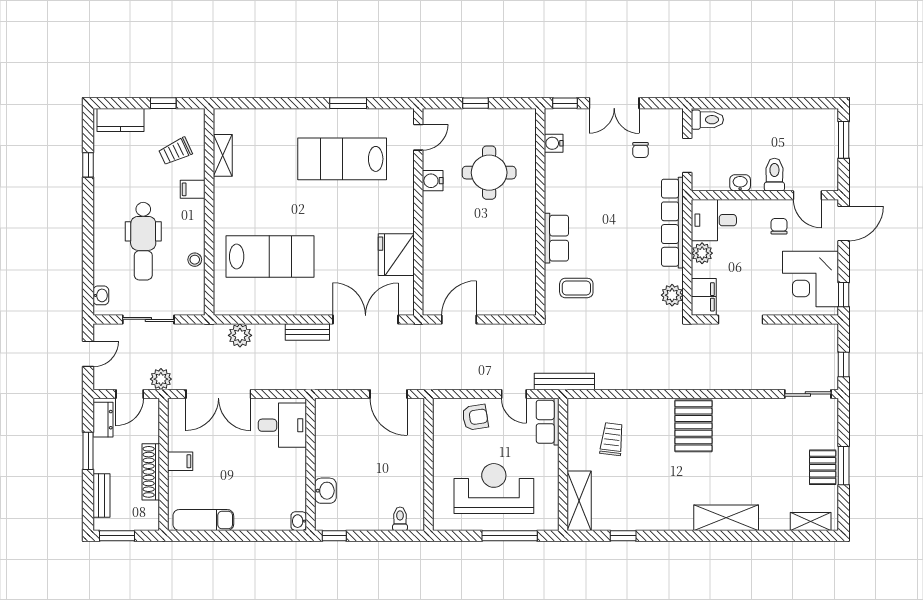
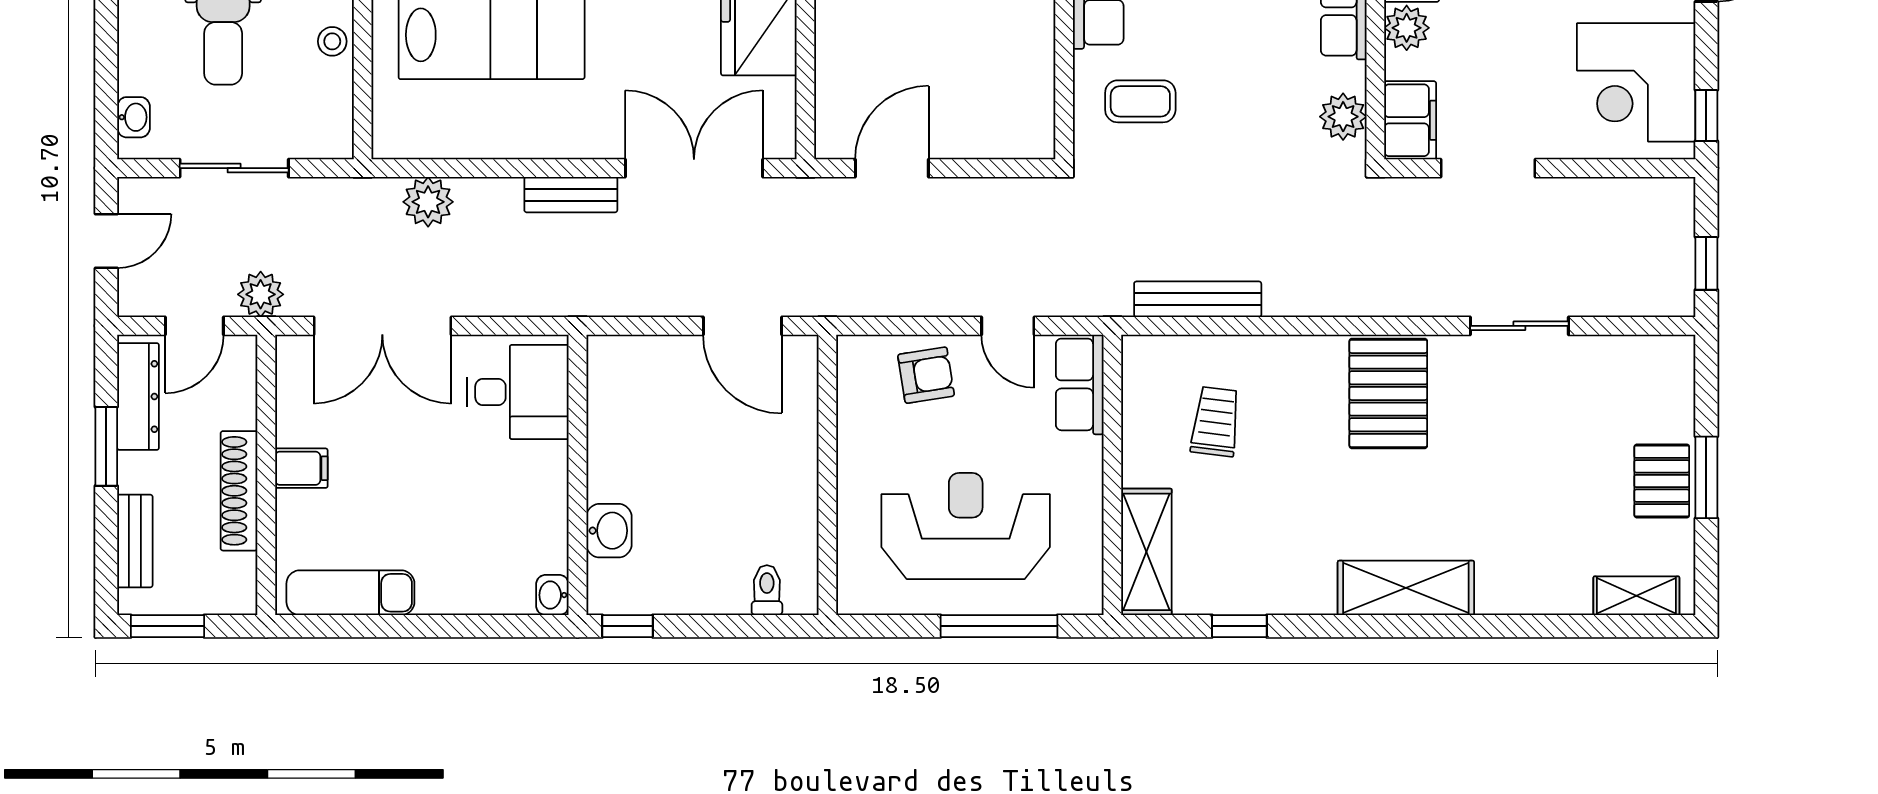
bench: (564, 381) -> (1198, 299), moved
sliding door: (808, 394) -> (1519, 326), moved
dresser: (103, 420) -> (138, 397), width x1.44
shelving: (726, 518) -> (1406, 588), moved

